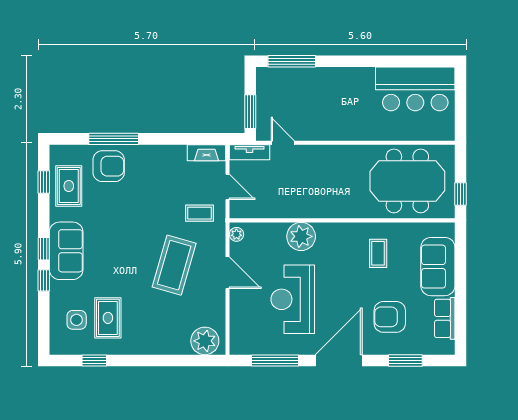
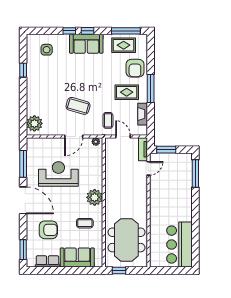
window: (114, 139) -> (151, 88), moved
fireplace: (207, 153) -> (143, 114), moved
window: (44, 182) -> (126, 31), width x2.17
door: (228, 187) -> (123, 137), swing flipped
plant: (301, 236) -> (95, 197), moved
coffee table: (174, 265) -> (78, 106), width x0.73, depth x0.76
armchair: (390, 317) -> (48, 230), turned 90
rug: (108, 318) -> (127, 92), moved
window: (94, 361) -> (23, 70), moved
window: (405, 361) -> (23, 250), moved

